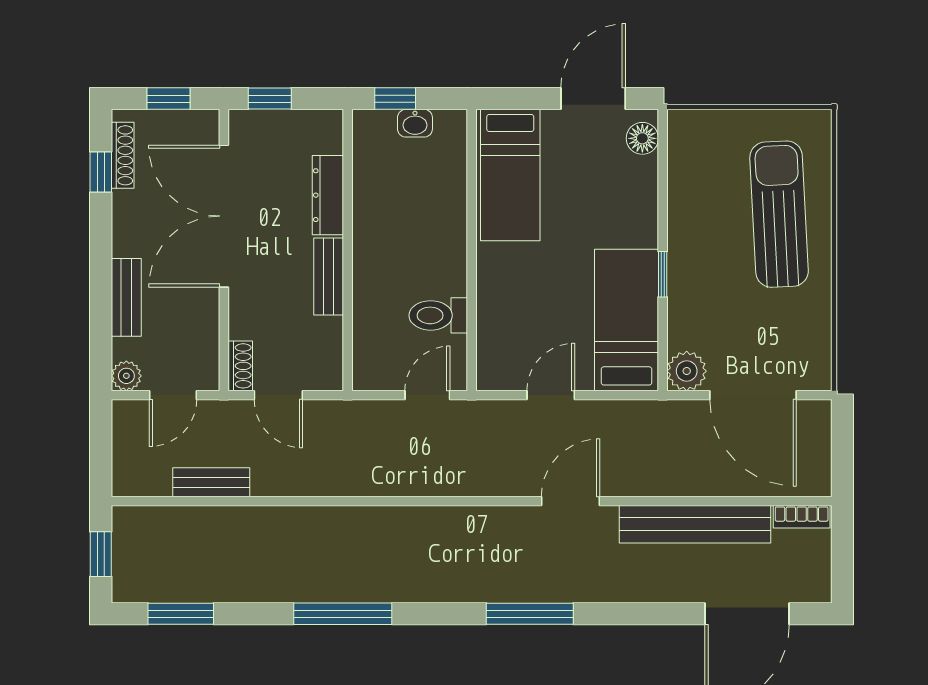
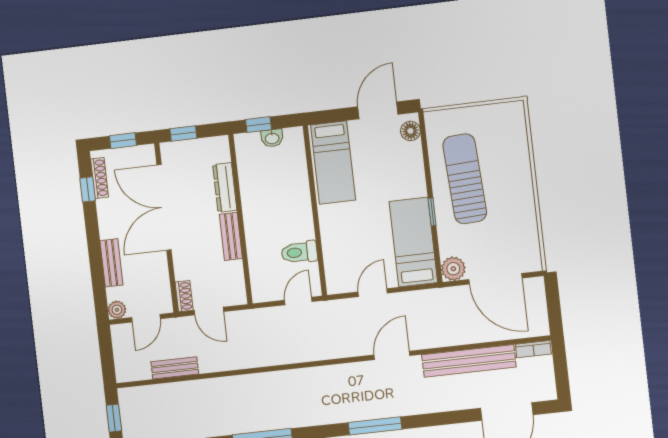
sun lounger: (779, 214) -> (465, 179), moved

